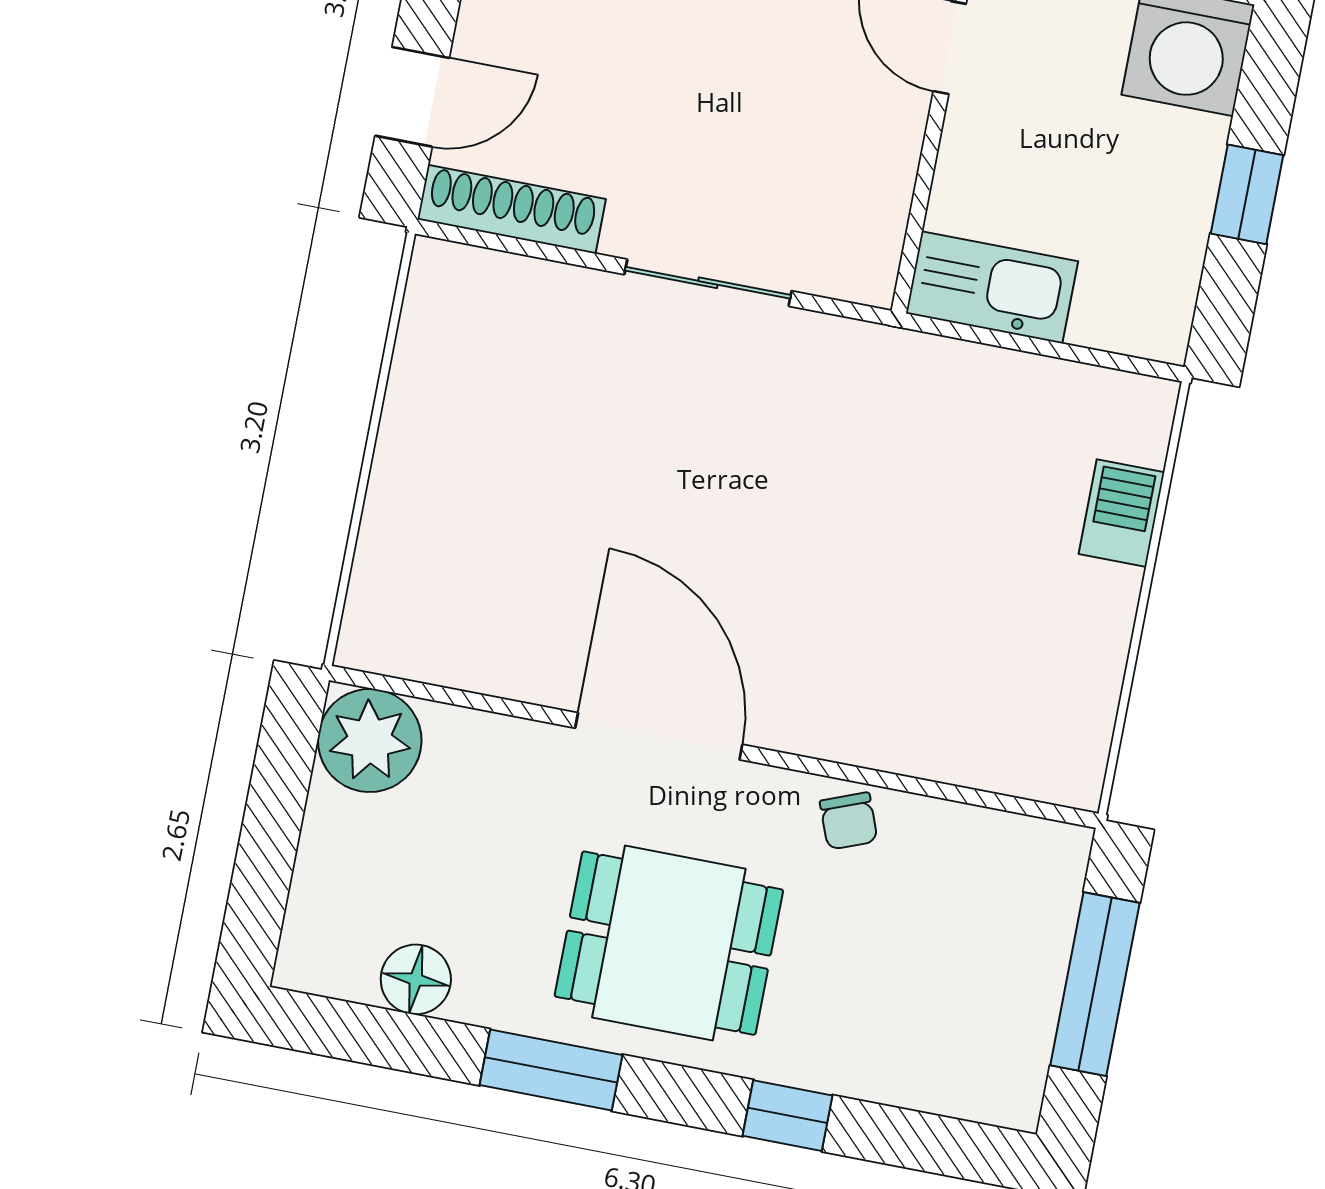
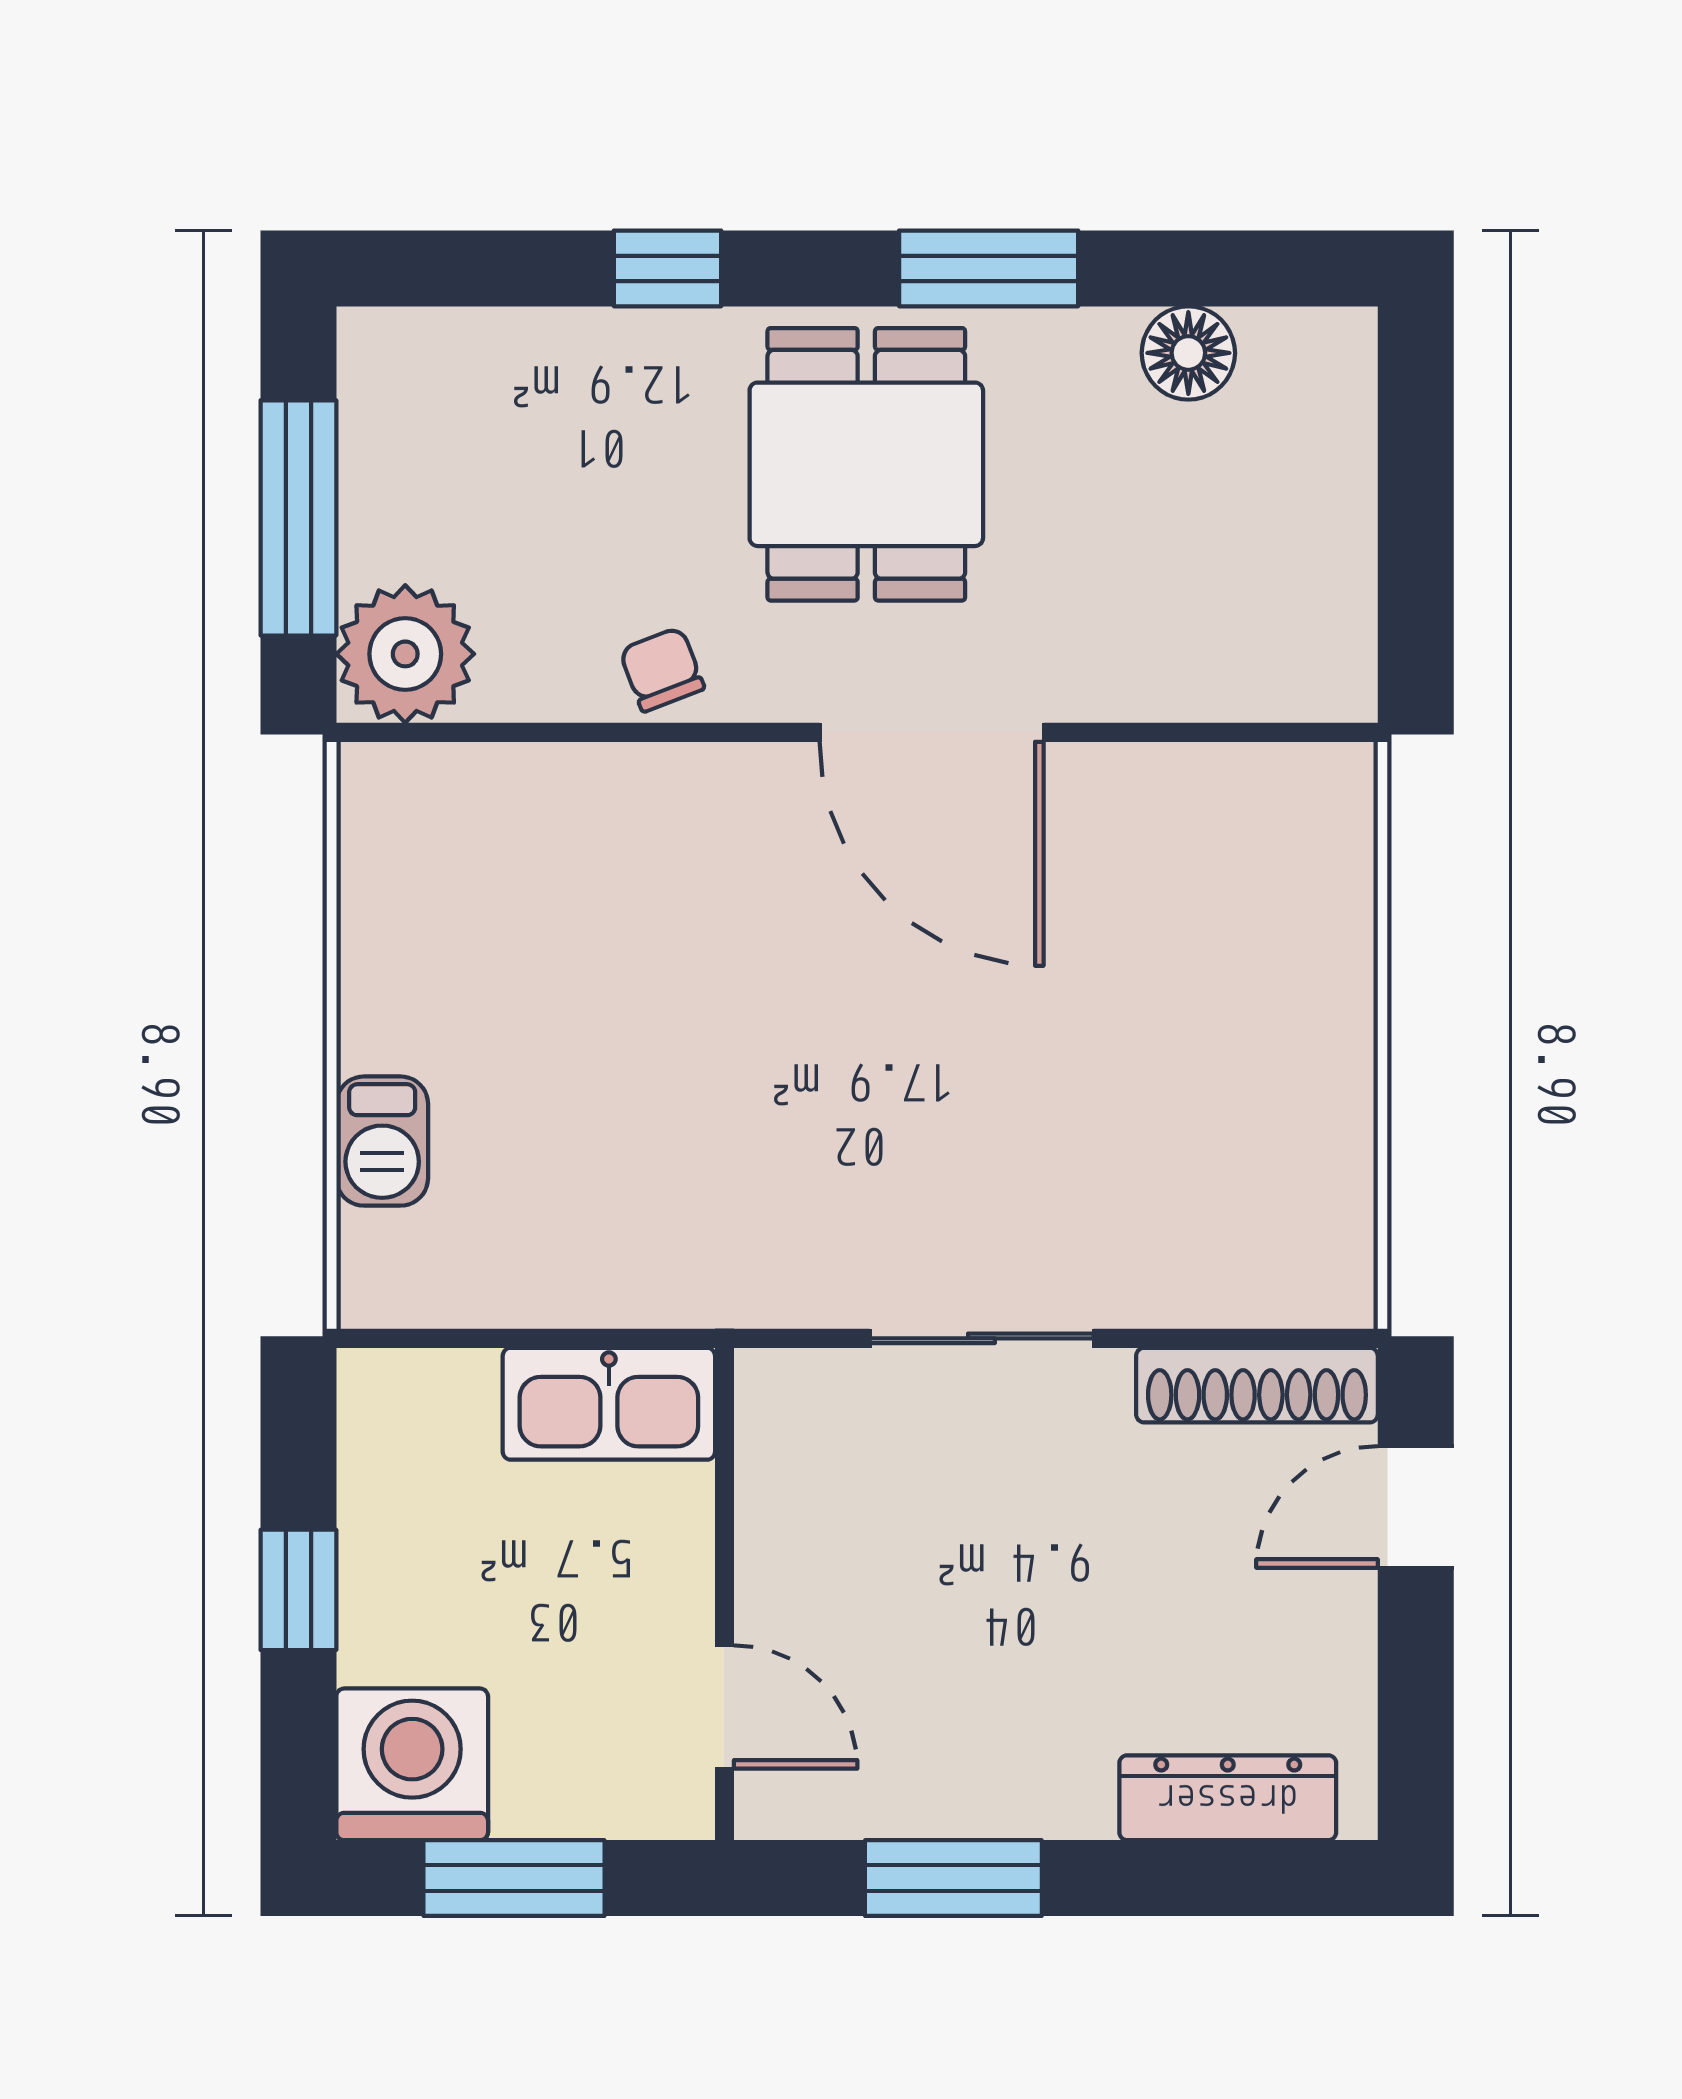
plant: (370, 741) -> (405, 654), moved
dining table: (669, 943) -> (866, 464), turned 90

